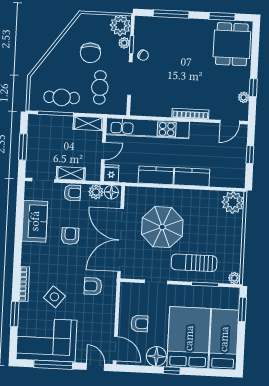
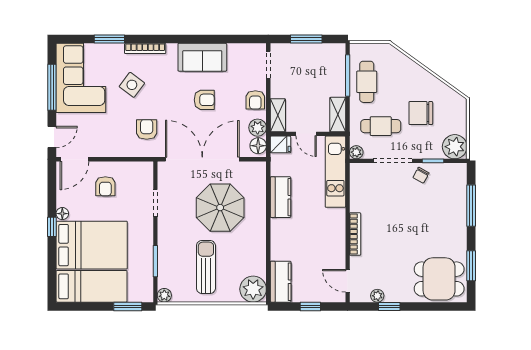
plant: (124, 43) -> (356, 152), moved
kitchen unit: (148, 128) -> (335, 172), width x0.73
shelving: (71, 173) -> (278, 115), moved
kitchen counter: (192, 177) -> (281, 282), moved
sofa: (35, 221) -> (202, 57), moved
sun lounger: (194, 263) -> (206, 267), moved
floor lamp: (156, 356) -> (62, 214), width x0.53, depth x0.53

